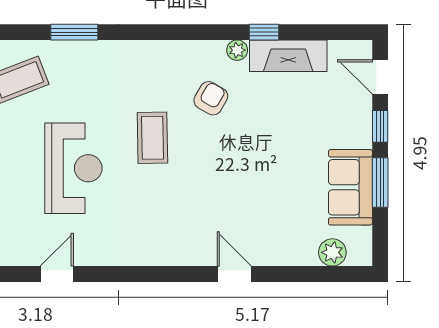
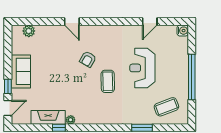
door: (380, 77) -> (8, 108), hinge flipped
armchair: (211, 98) -> (88, 59), moved
window: (380, 182) -> (8, 62), removed
sofa: (350, 187) -> (21, 71), moved

